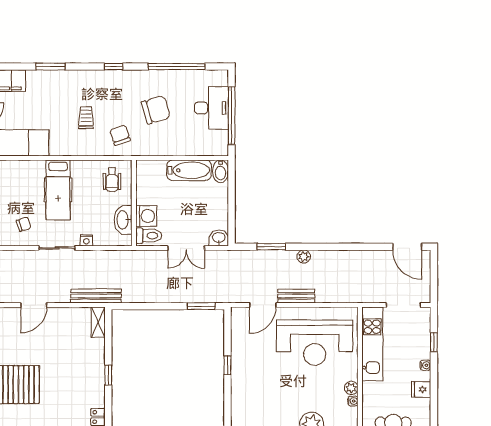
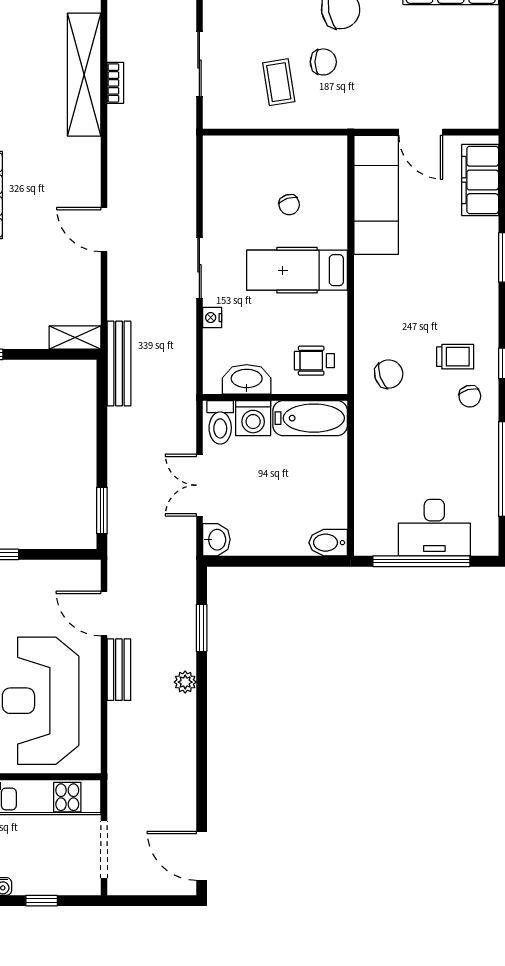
chair: (156, 110) -> (470, 396), moved, width x0.54, depth x0.54
trolley: (86, 118) -> (455, 357), moved
bathtub: (189, 170) -> (310, 418), moved, turned -90
chair: (24, 224) -> (289, 205), moved
door: (407, 247) -> (202, 856), hinge flipped
bench: (96, 296) -> (119, 363), moved

